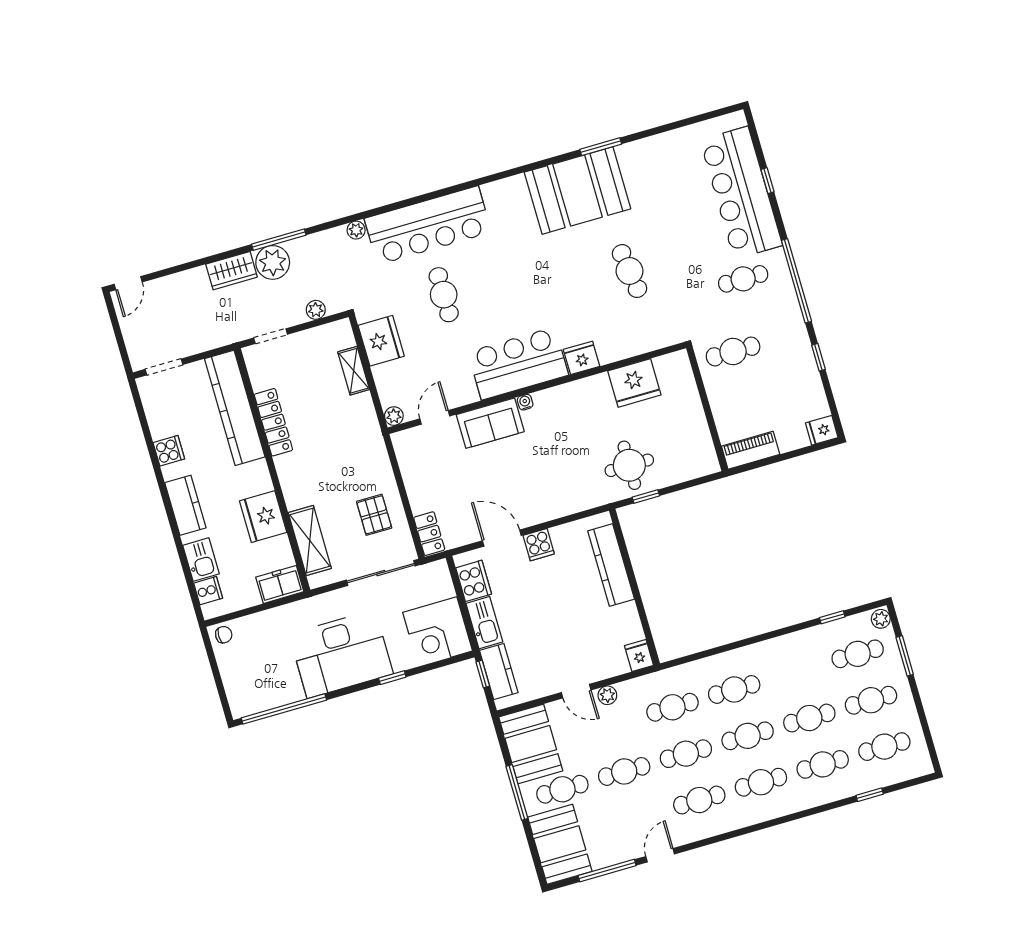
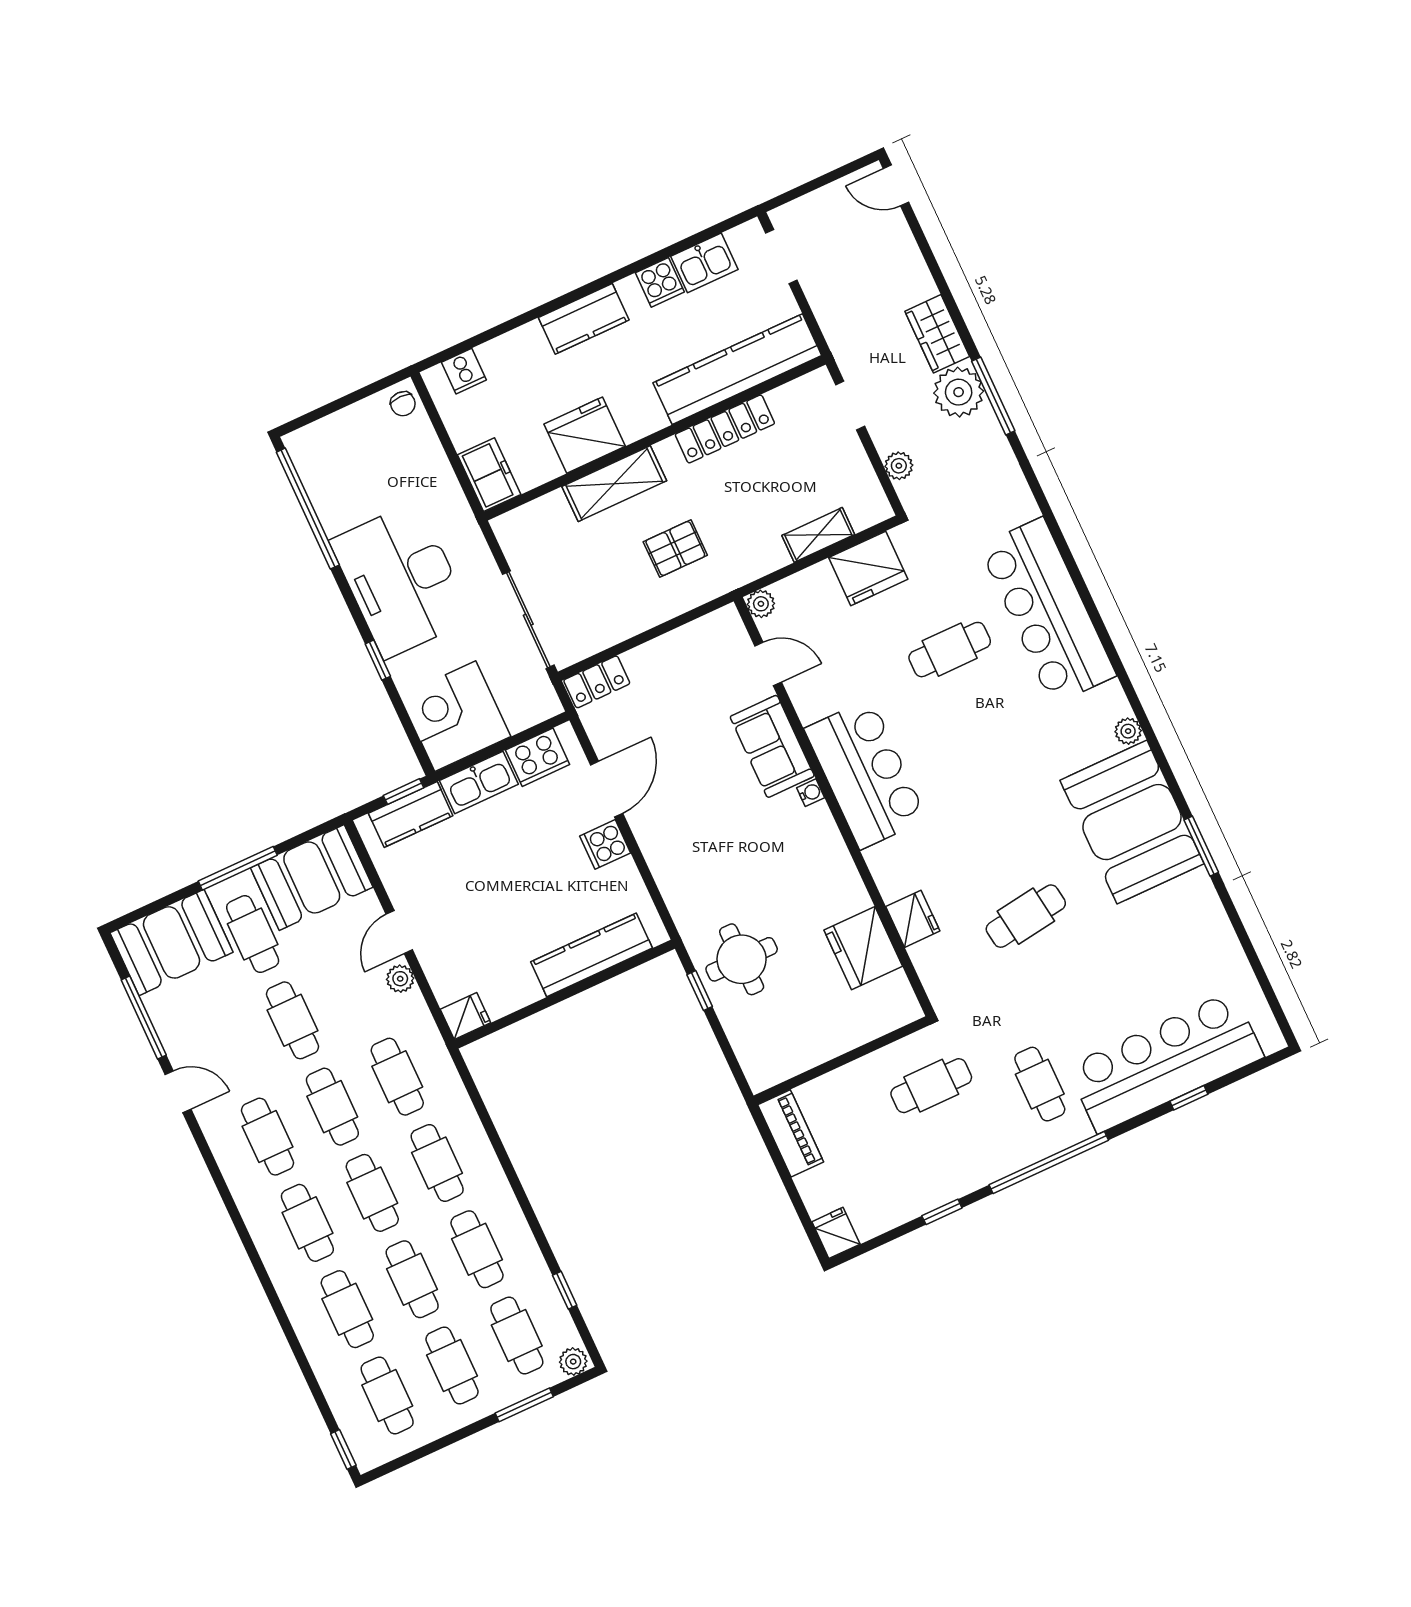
plant: (356, 230) -> (1128, 731), moved
cafe table: (733, 352) -> (931, 1086), turned 90
fridge: (582, 358) -> (913, 919), moved
pallet: (374, 515) -> (675, 548), moved
shelving: (310, 540) -> (614, 484), moved
kitchen sink: (201, 560) -> (704, 263), moved
cafe table: (796, 672) -> (477, 1249), added
window: (870, 795) -> (343, 1449), moved

